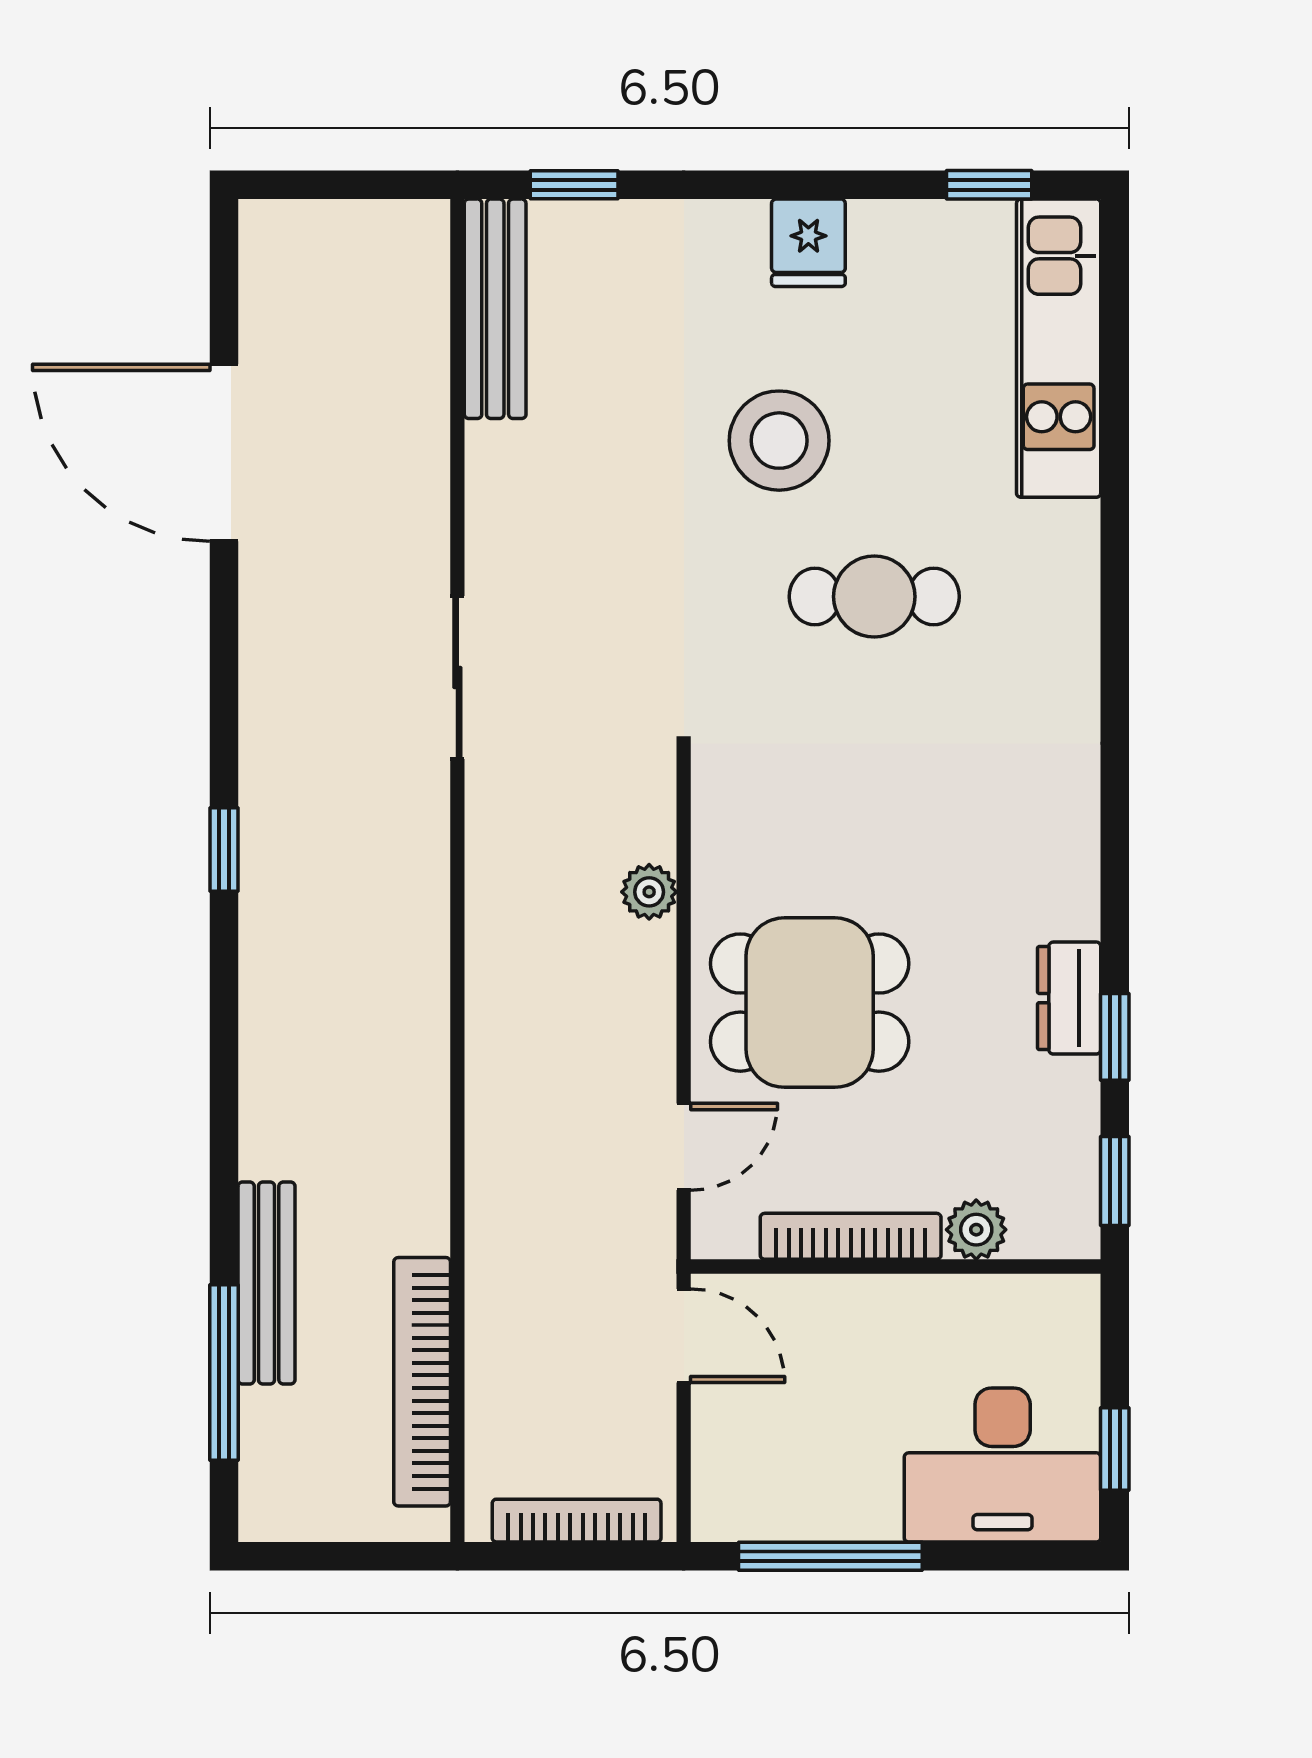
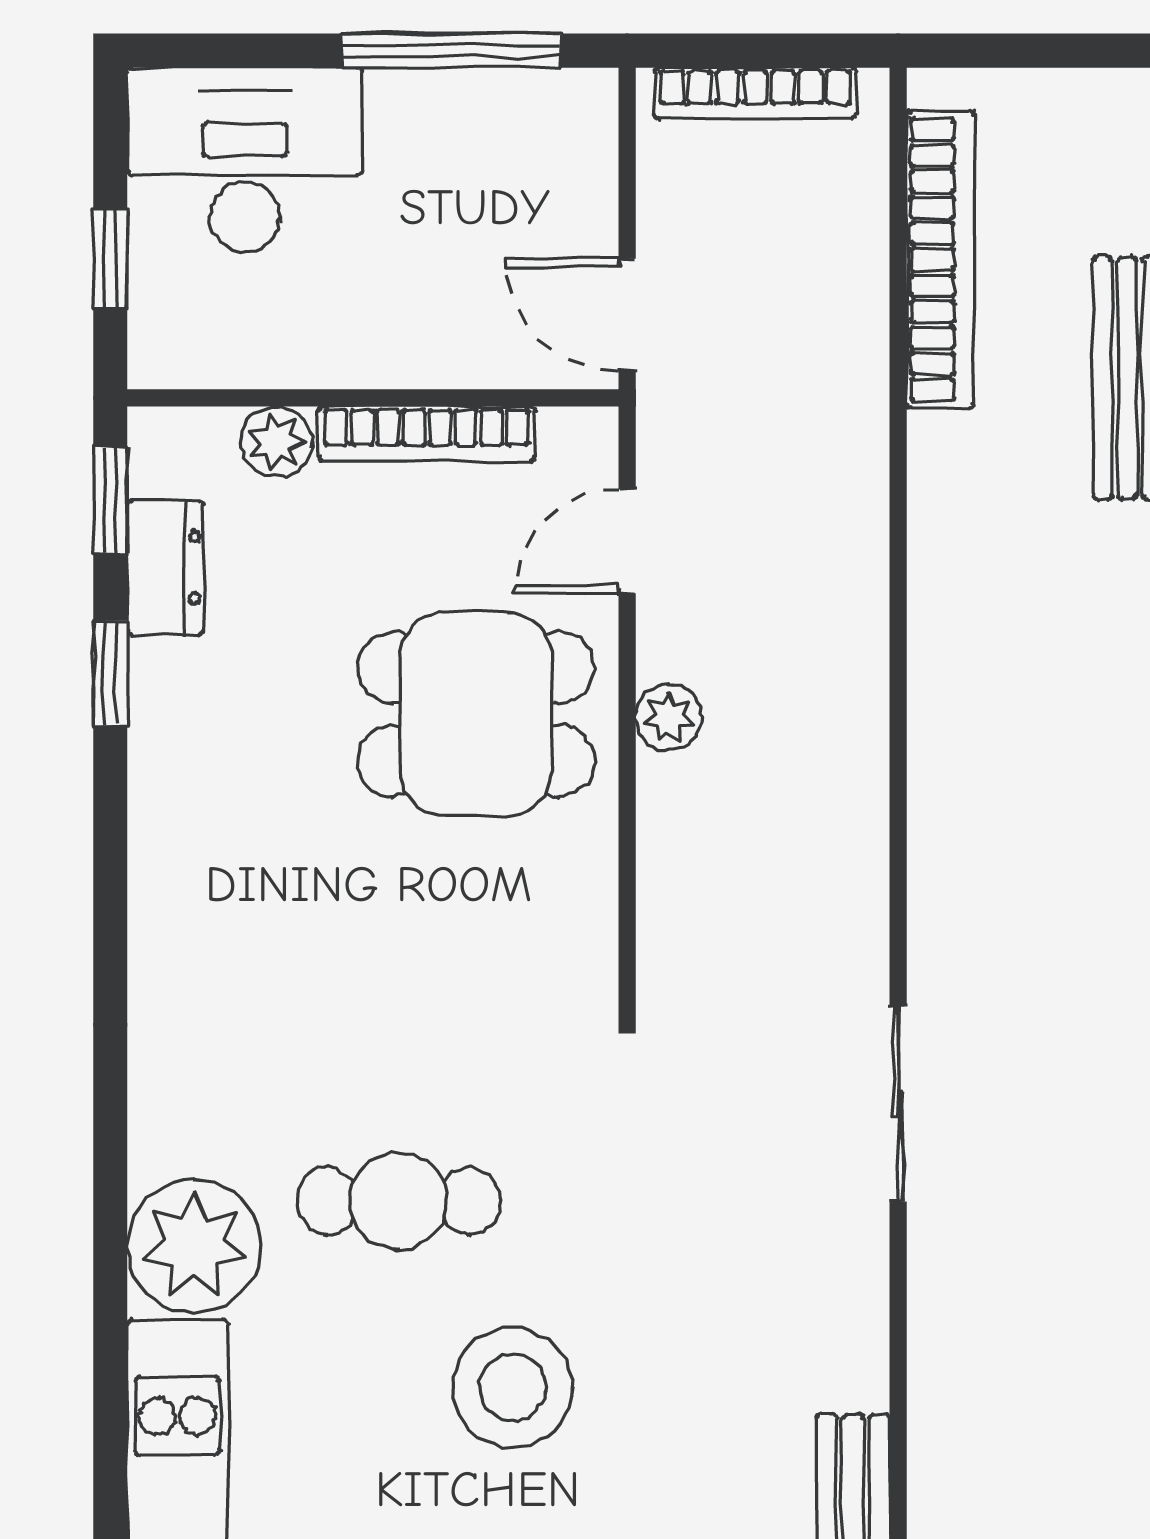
plant: (1045, 559) -> (194, 1246), added
plant: (649, 892) -> (668, 717), moved
dresser: (1069, 998) -> (165, 568), moved
window: (1115, 1449) -> (110, 259), moved

